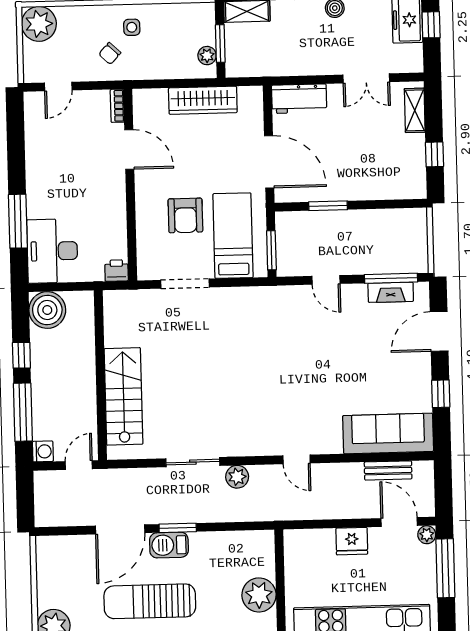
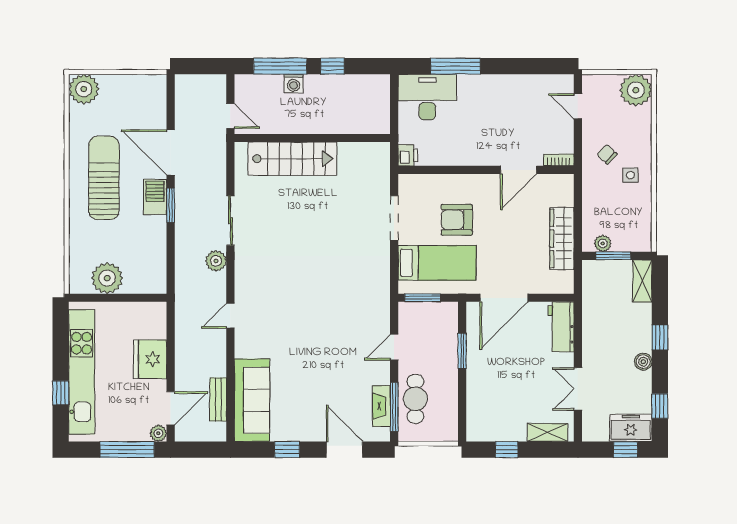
cafe table: (382, 255) -> (415, 399), added
boiler: (47, 310) -> (373, 91), removed
washing machine: (43, 451) -> (294, 83), moved
fridge: (352, 541) -> (150, 359), width x1.36, depth x1.34

